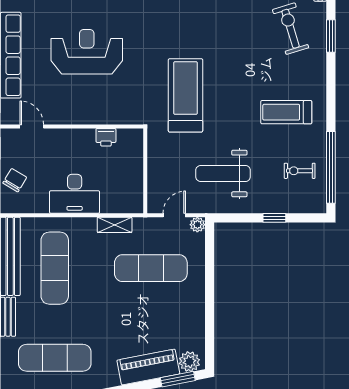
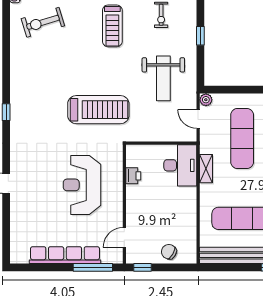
reception desk: (87, 52) -> (82, 185), moved
treadmill: (186, 95) -> (98, 110), turned 180
desk: (75, 194) -> (180, 165), moved

